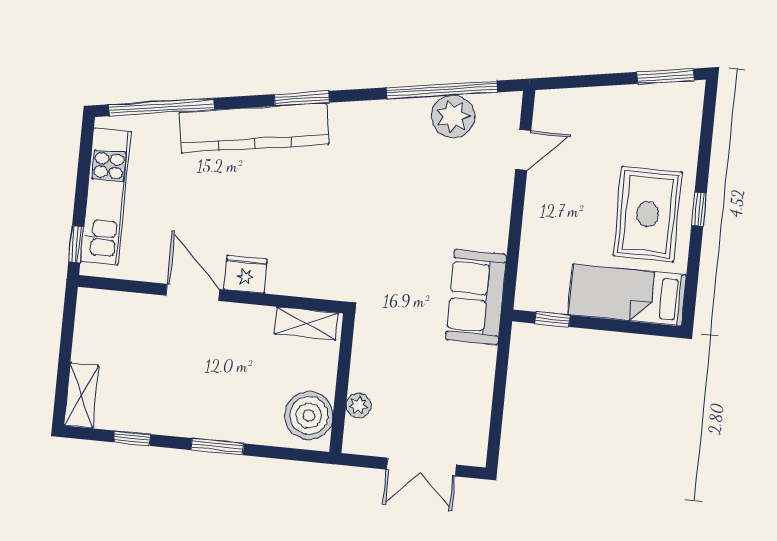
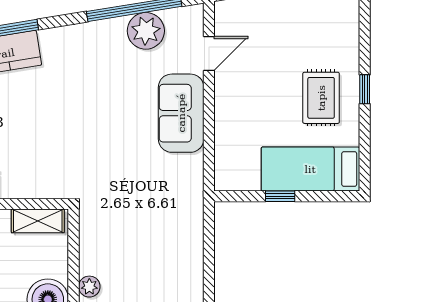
rug: (648, 214) -> (321, 98), width x0.73, depth x0.70
sofa: (476, 297) -> (181, 113), moved
window: (553, 319) -> (280, 196), moved

